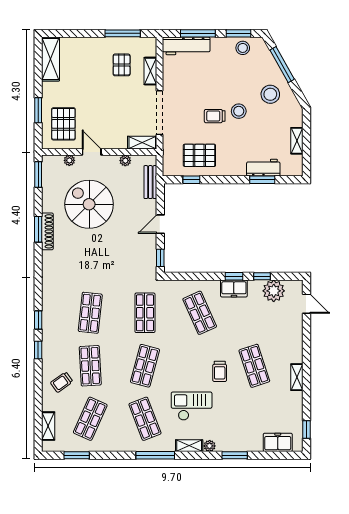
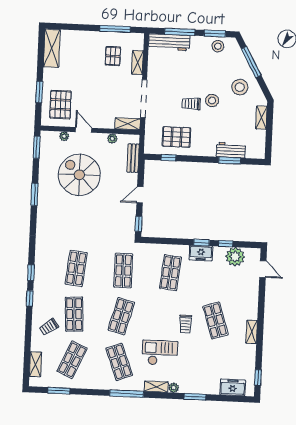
shelving: (297, 141) -> (261, 118), moved
shoe rack: (47, 231) -> (42, 197), removed
shop shelf: (200, 313) -> (170, 273), turned 30

